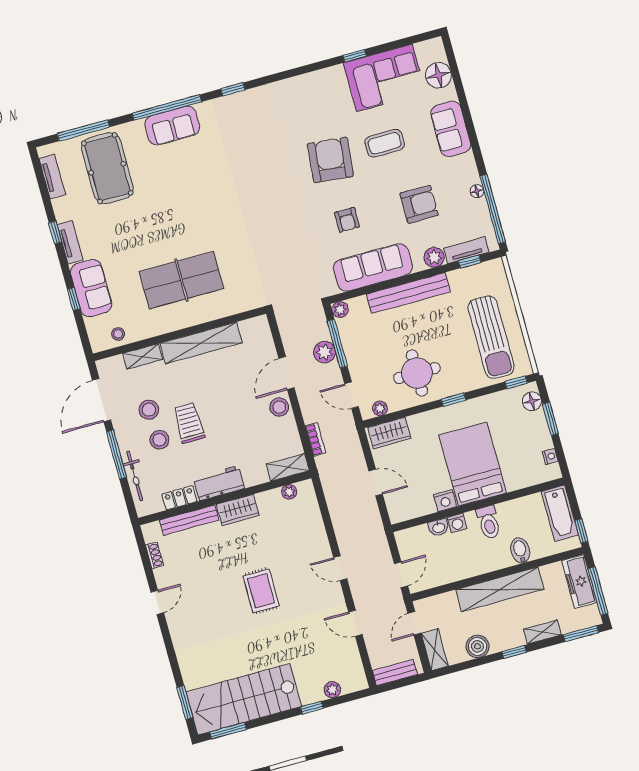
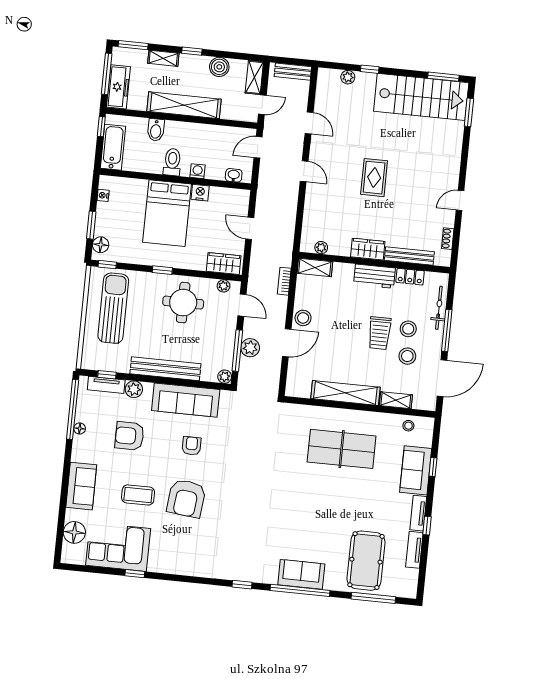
tv unit: (52, 177) -> (414, 550), moved
washbasin: (439, 528) -> (234, 175), moved

